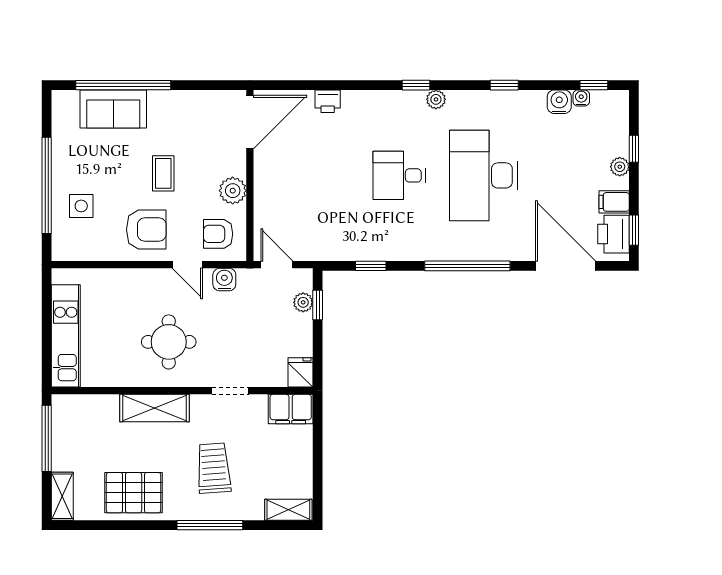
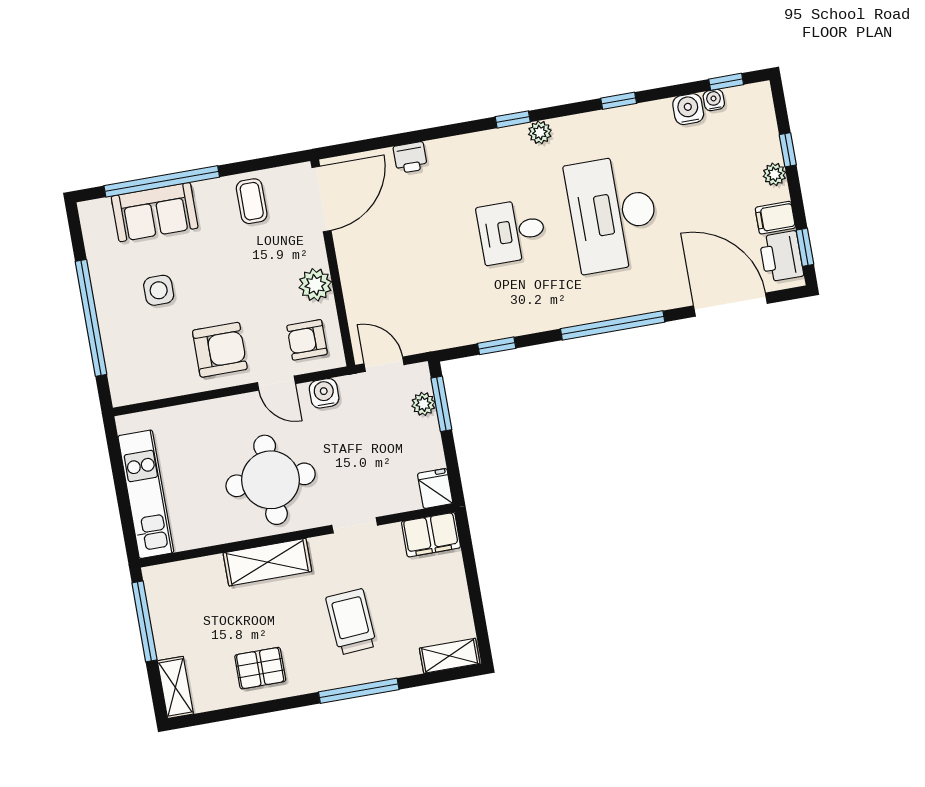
coffee table: (163, 173) -> (252, 201), moved
side table: (81, 206) -> (159, 290), moved
window: (318, 305) -> (441, 404), width x1.50
round table: (169, 342) -> (271, 480), width x1.36, depth x1.36
pallet: (134, 493) -> (260, 668), width x0.67, depth x0.71

